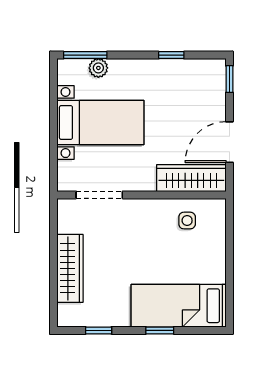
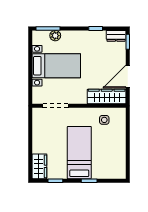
dresser: (208, 68) -> (116, 36), added
wardrobe: (70, 268) -> (39, 166), moved, width x0.67
bed: (179, 306) -> (79, 153), moved, turned 90

